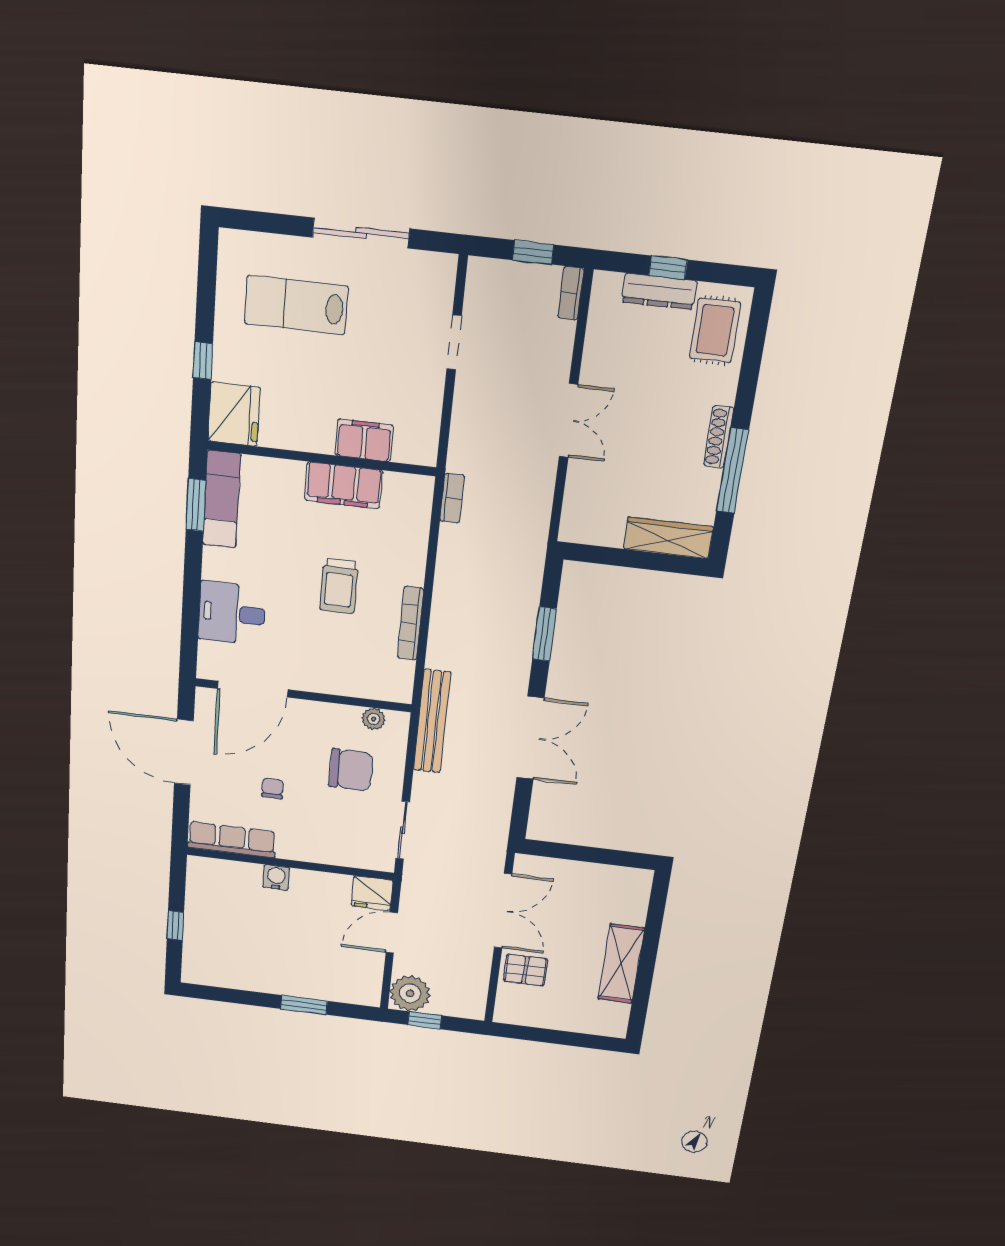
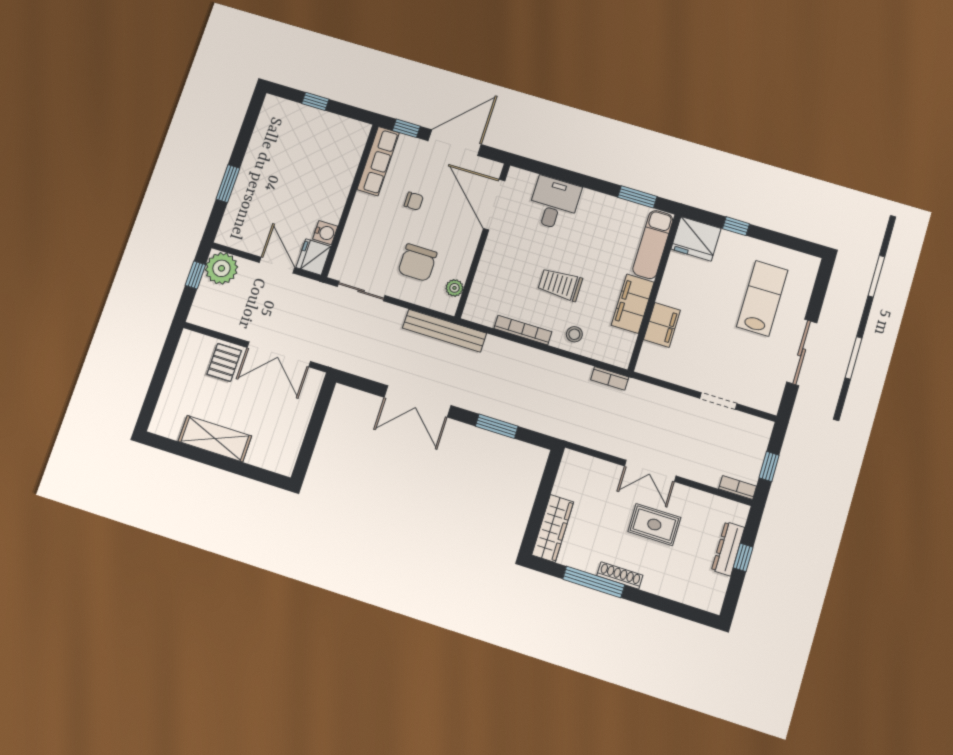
rug: (715, 330) -> (654, 525), moved
exam couch: (222, 499) -> (653, 244), moved, turned 90
stool: (402, 556) -> (574, 334), added
window: (181, 814) -> (406, 128), added
water cooler: (276, 877) -> (325, 233), moved

